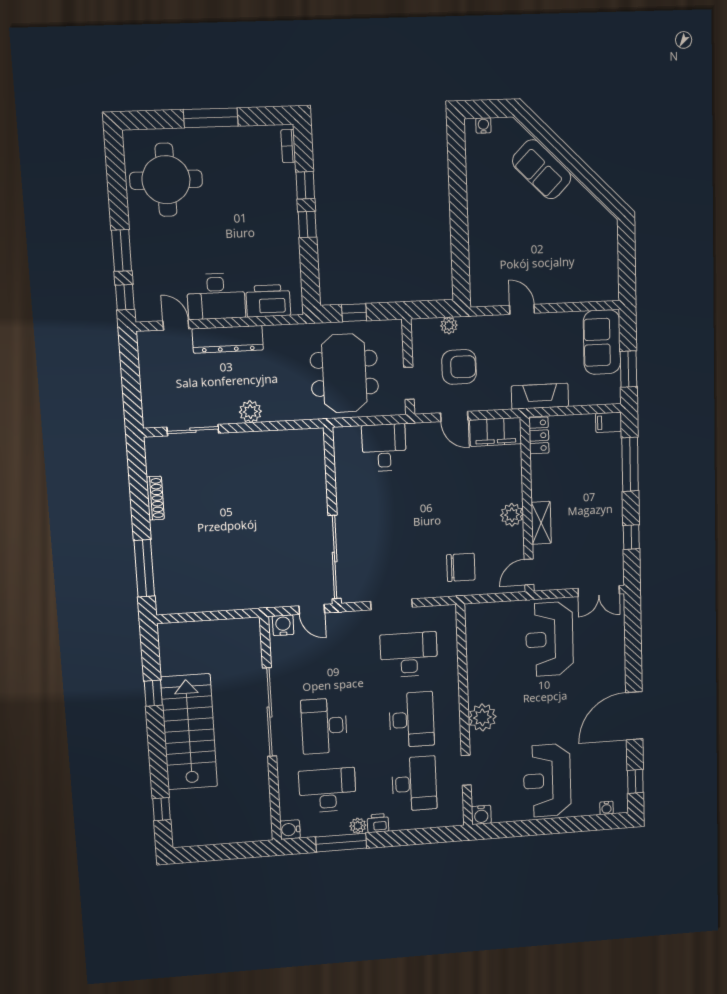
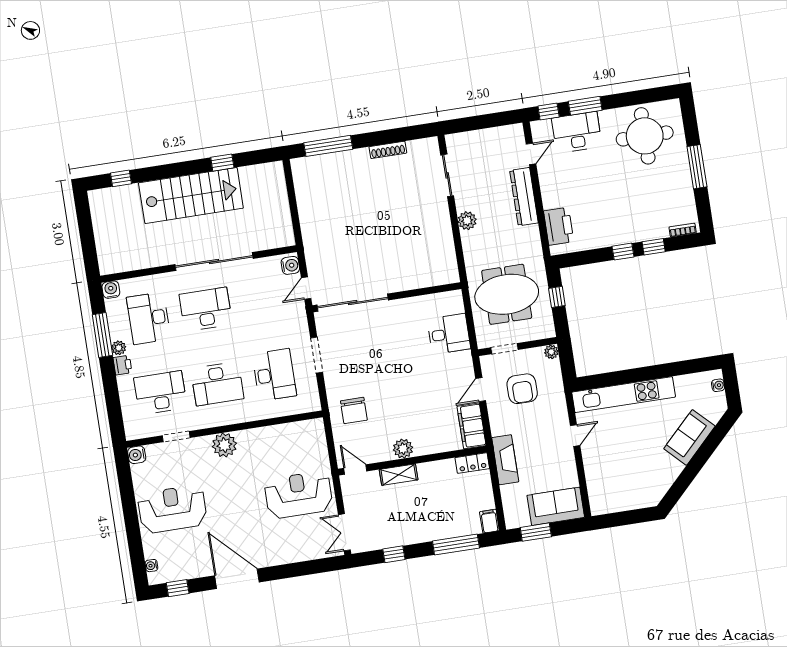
kitchen unit: (481, 244) -> (624, 395), added
desk: (216, 296) -> (577, 132), moved, turned 90
plant: (449, 325) -> (551, 352), moved
desk: (414, 784) -> (160, 393), turned 180
desk: (327, 790) -> (149, 318), turned 180

